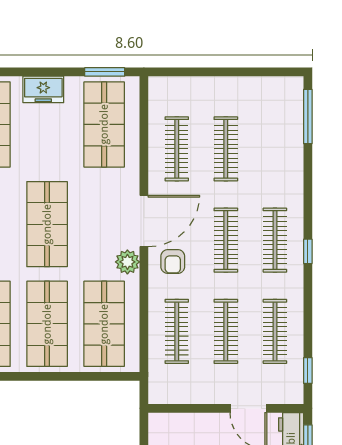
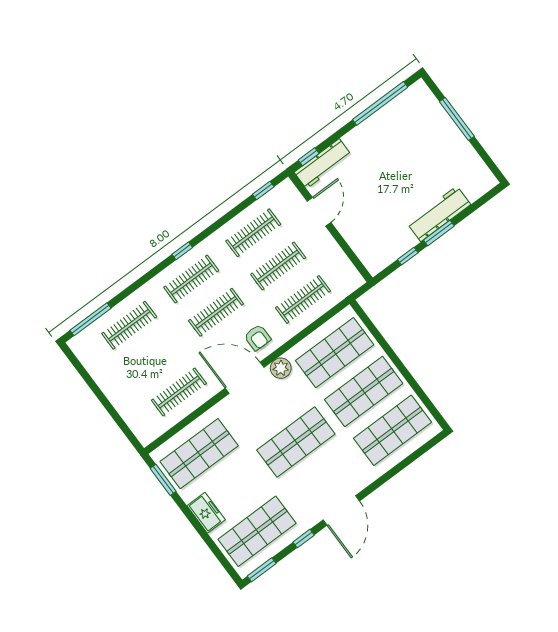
clothes rail: (226, 149) -> (129, 325), moved
armchair: (173, 262) -> (258, 338), turned 90

